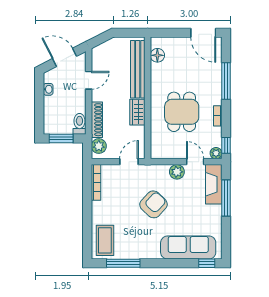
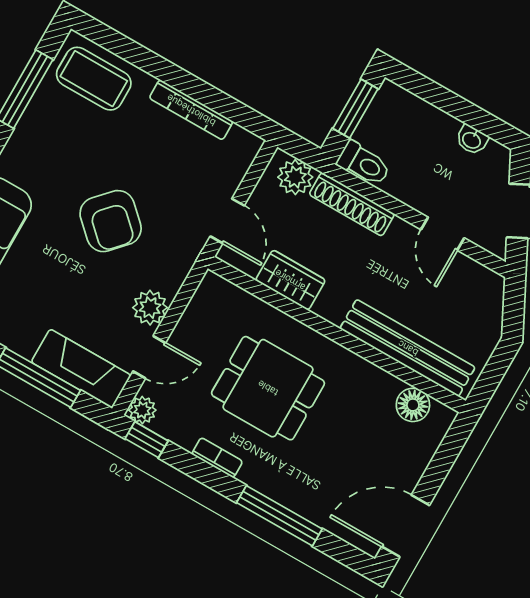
wardrobe: (137, 112) -> (290, 280), moved
bookcase: (96, 182) -> (191, 110), moved

